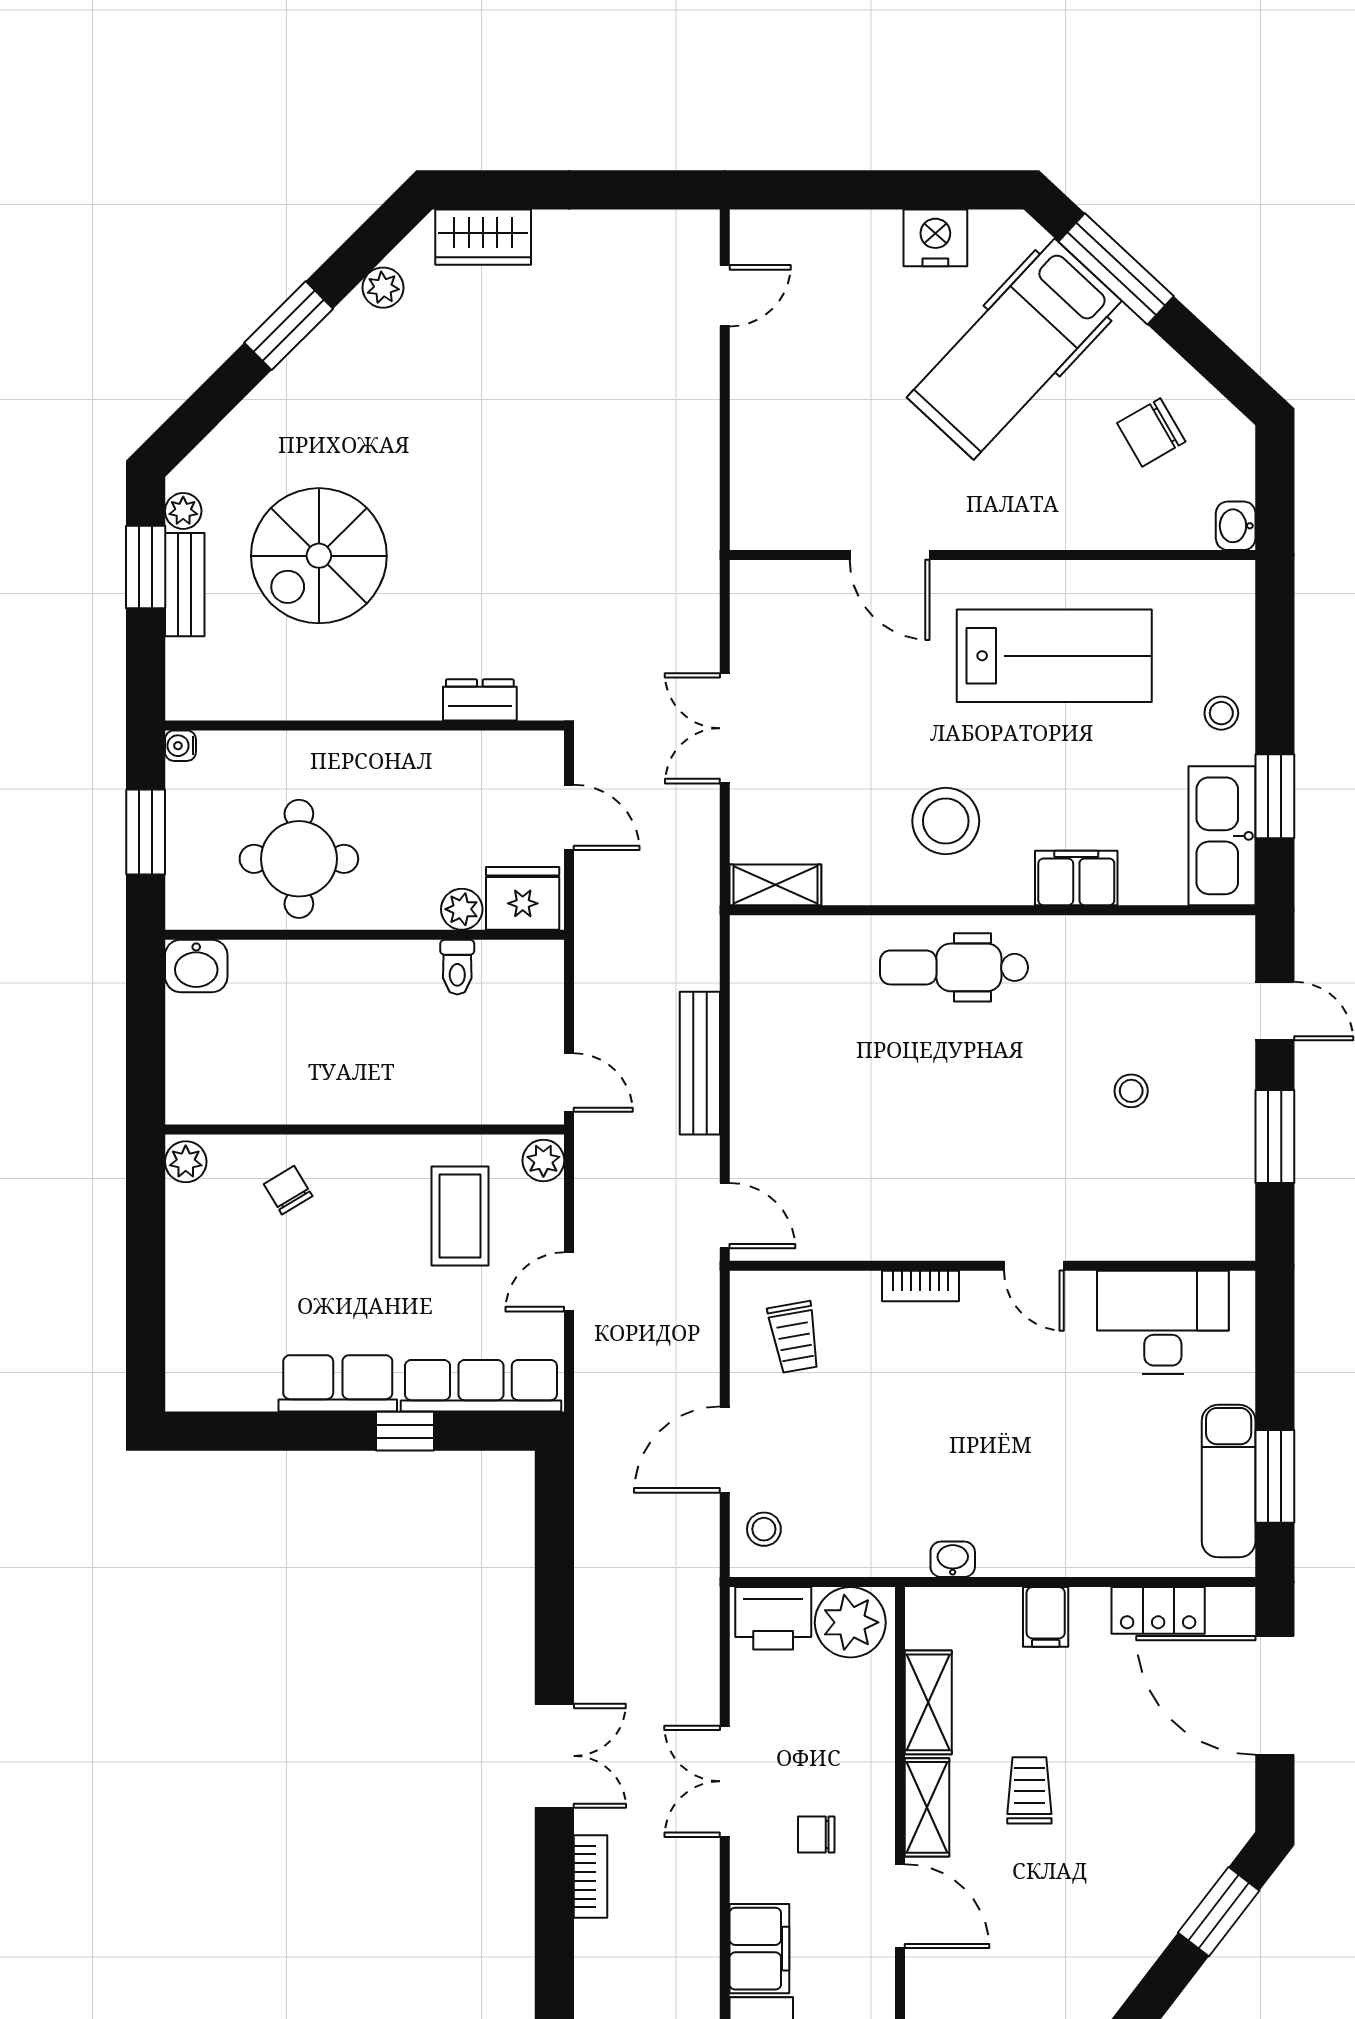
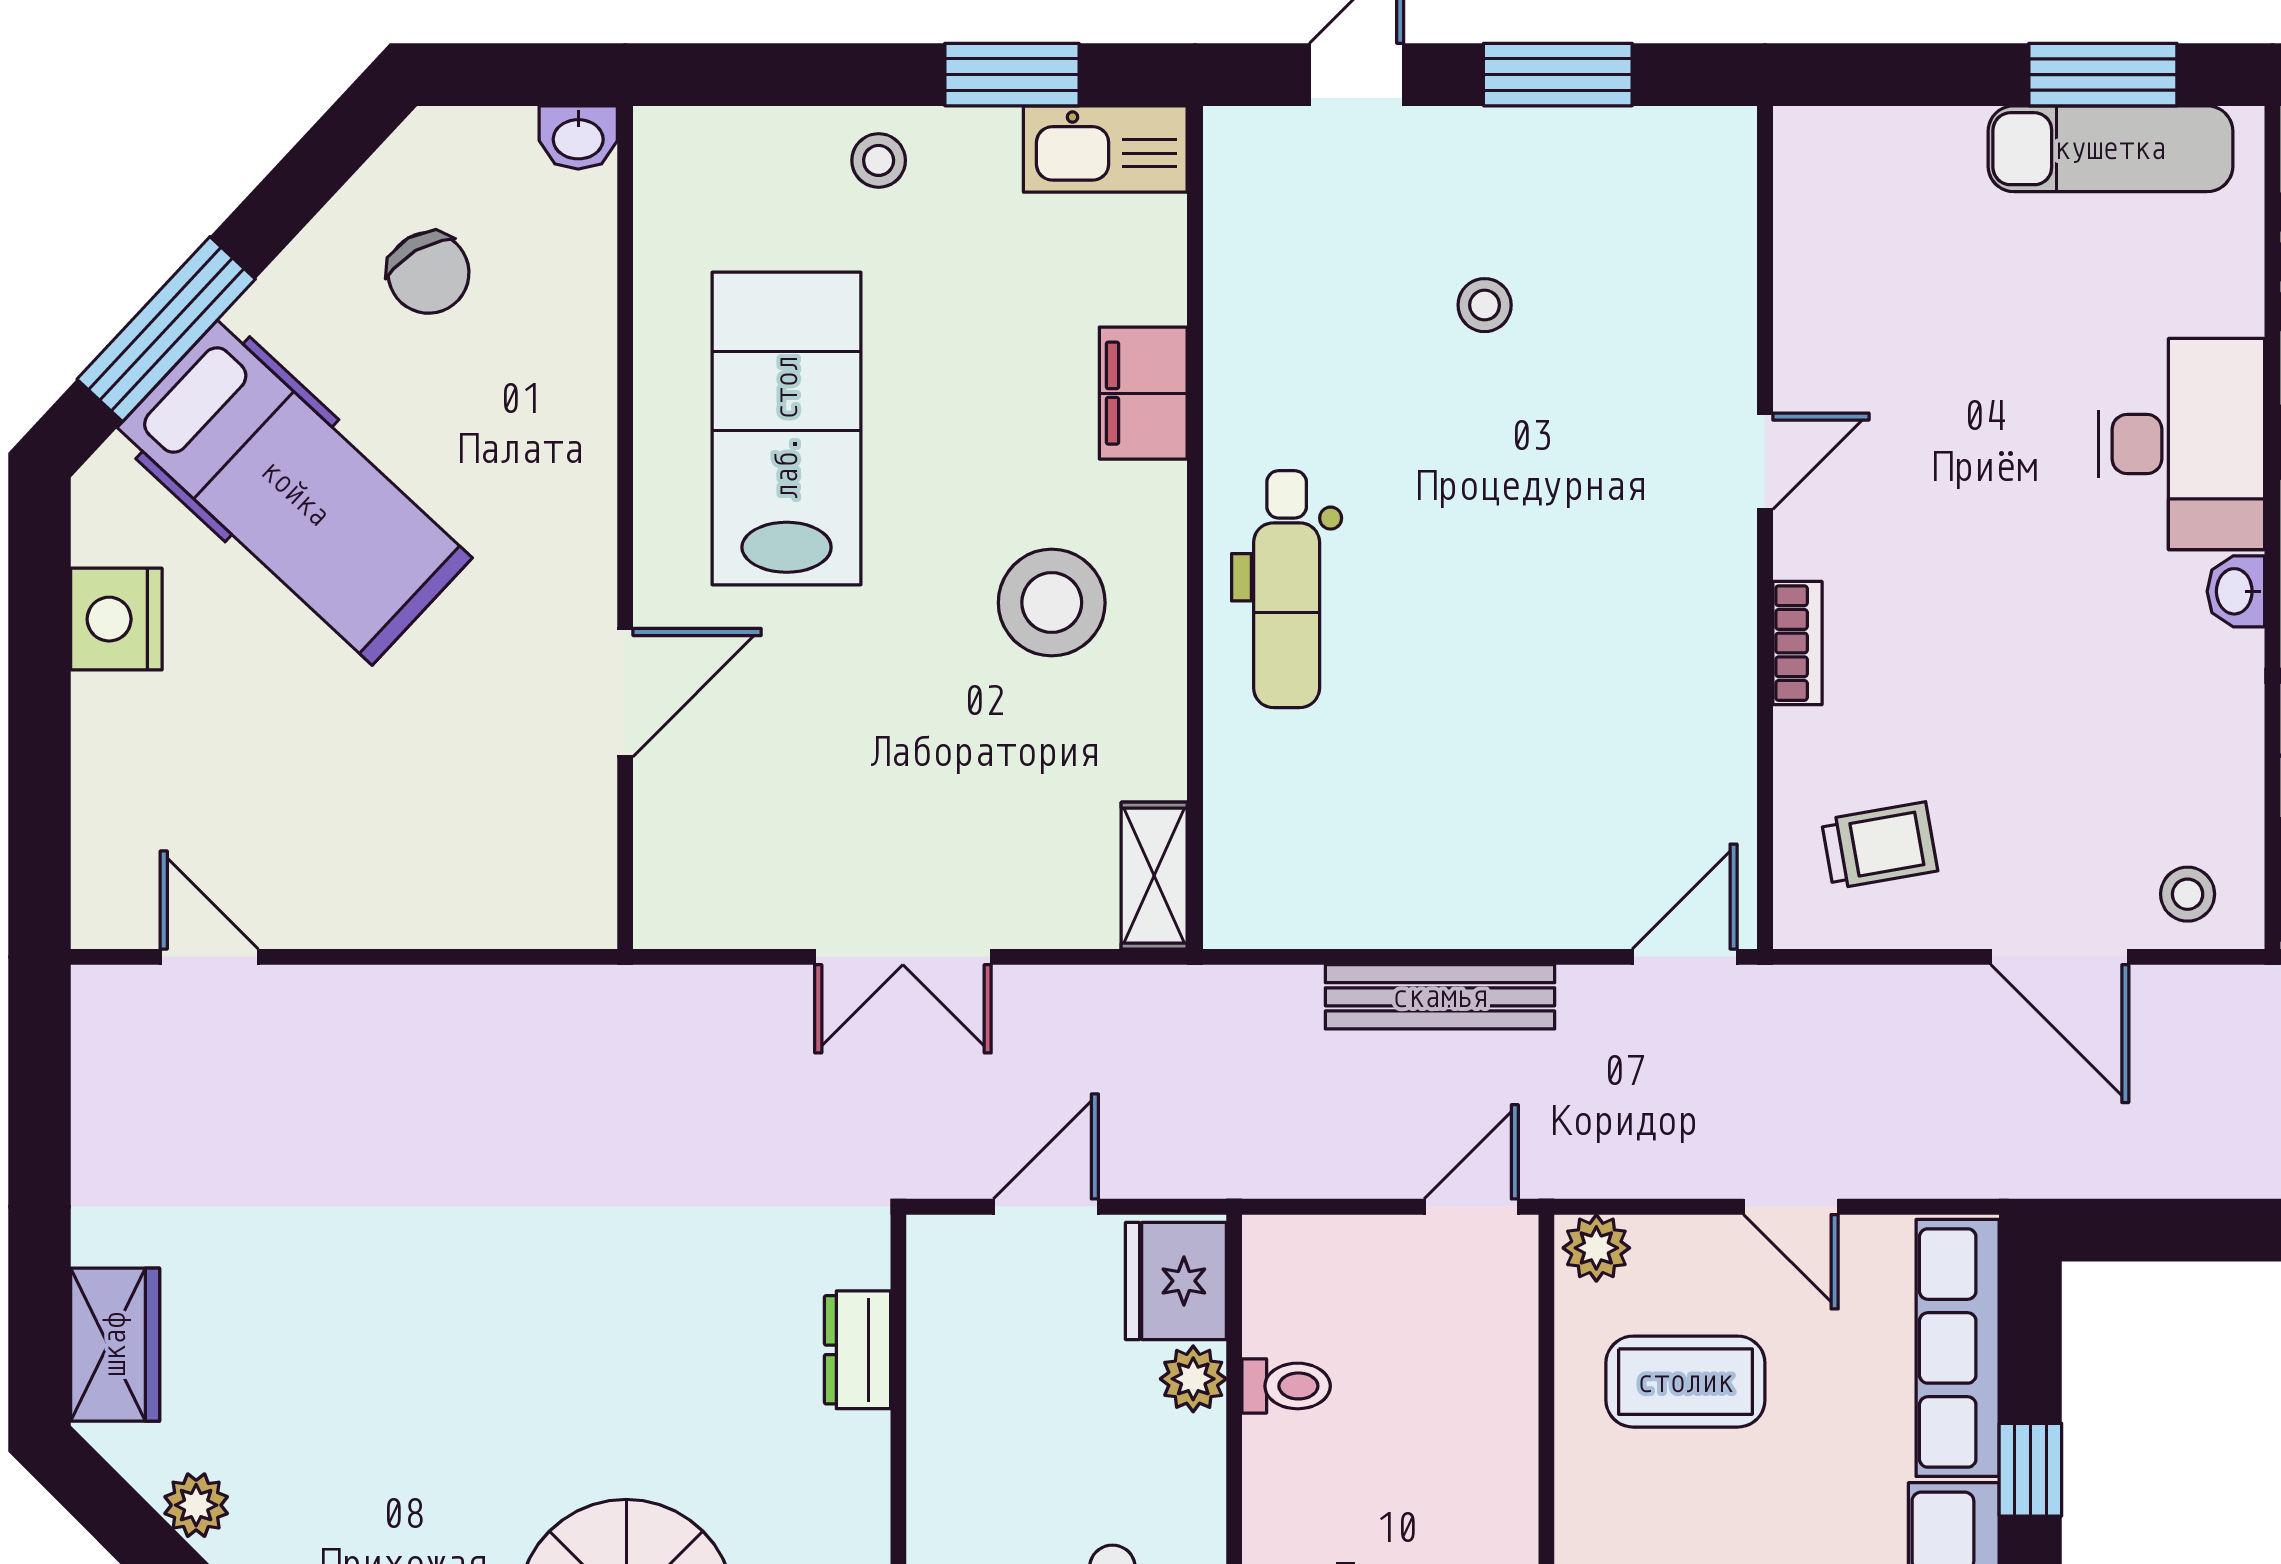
kitchen sink: (1222, 836) -> (1105, 149), width x0.73, depth x0.81
desk: (1163, 1322) -> (2182, 444), moved, turned 180

